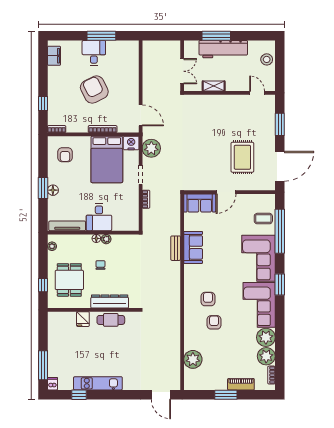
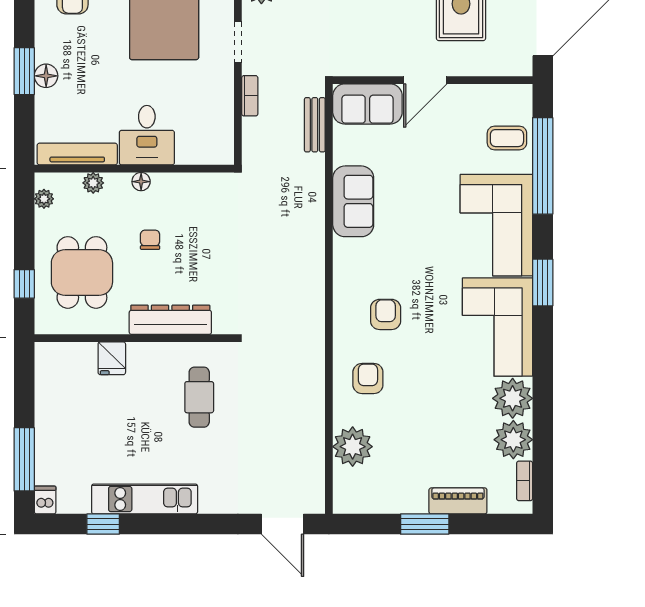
plant: (106, 239) -> (93, 183), moved
bench: (176, 248) -> (315, 125), moved
cafe table: (111, 320) -> (199, 397), moved, turned 90
armchair: (214, 322) -> (368, 378), moved

